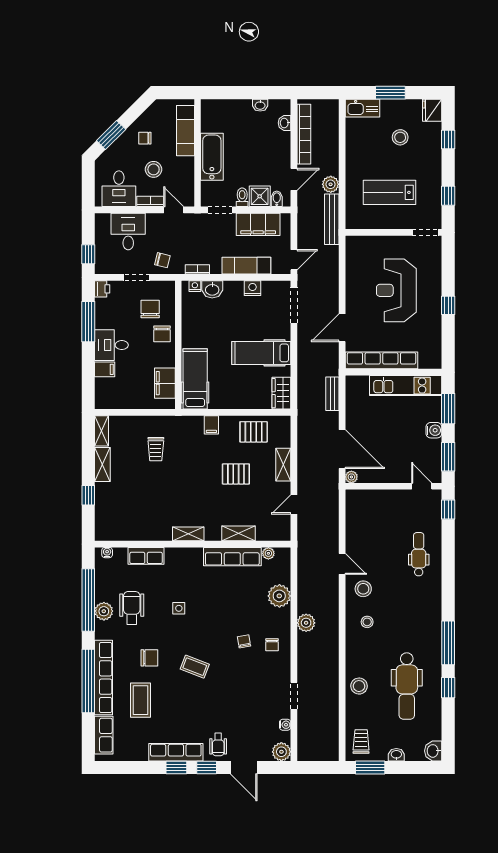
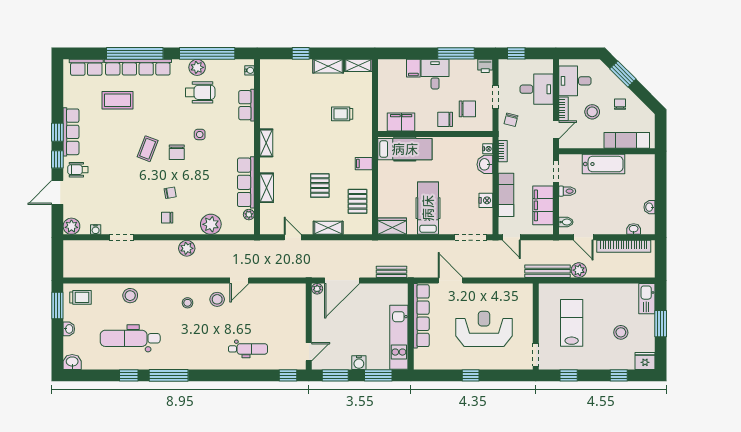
shower: (260, 196) -> (568, 207), removed
chair: (149, 658) -> (177, 152), moved

